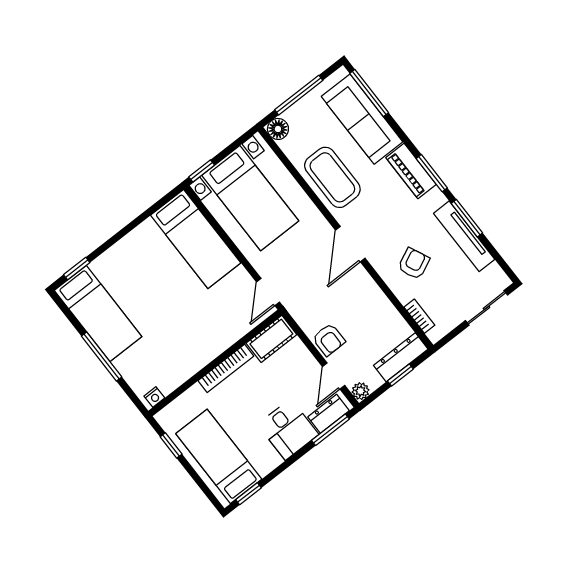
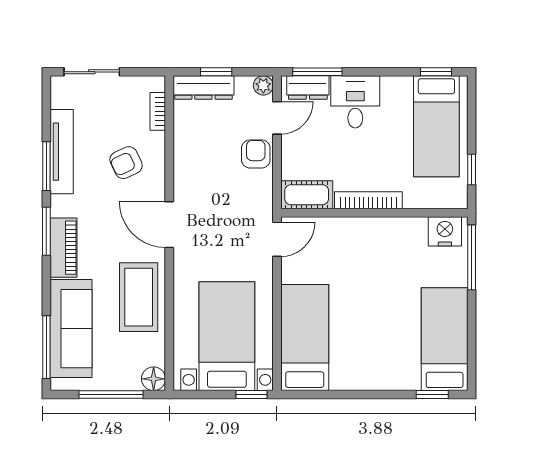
door: (350, 244) -> (169, 225), swing flipped
window: (102, 356) -> (472, 257), moved
nightstand: (154, 397) -> (445, 231), width x1.89, depth x1.79

